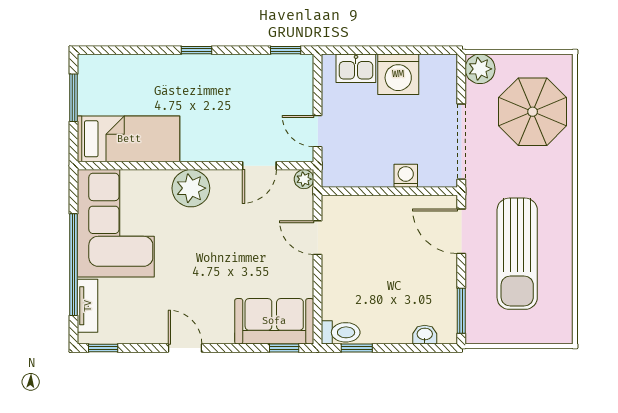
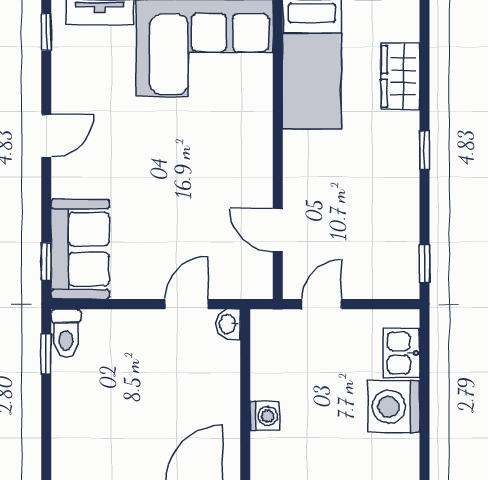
wardrobe: (138, 69) -> (400, 76), added
plant: (304, 179) -> (261, 287), removed
plant: (191, 188) -> (249, 143), removed
washbasin: (425, 335) -> (228, 324), moved, turned 180

